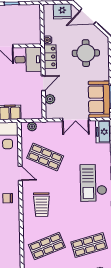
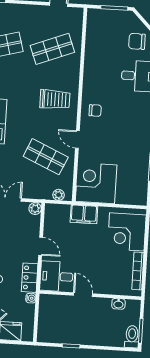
door: (43, 83) -> (41, 246), swing flipped
plant: (50, 99) -> (35, 209), moved
trolley: (41, 205) -> (55, 99), turned 90

